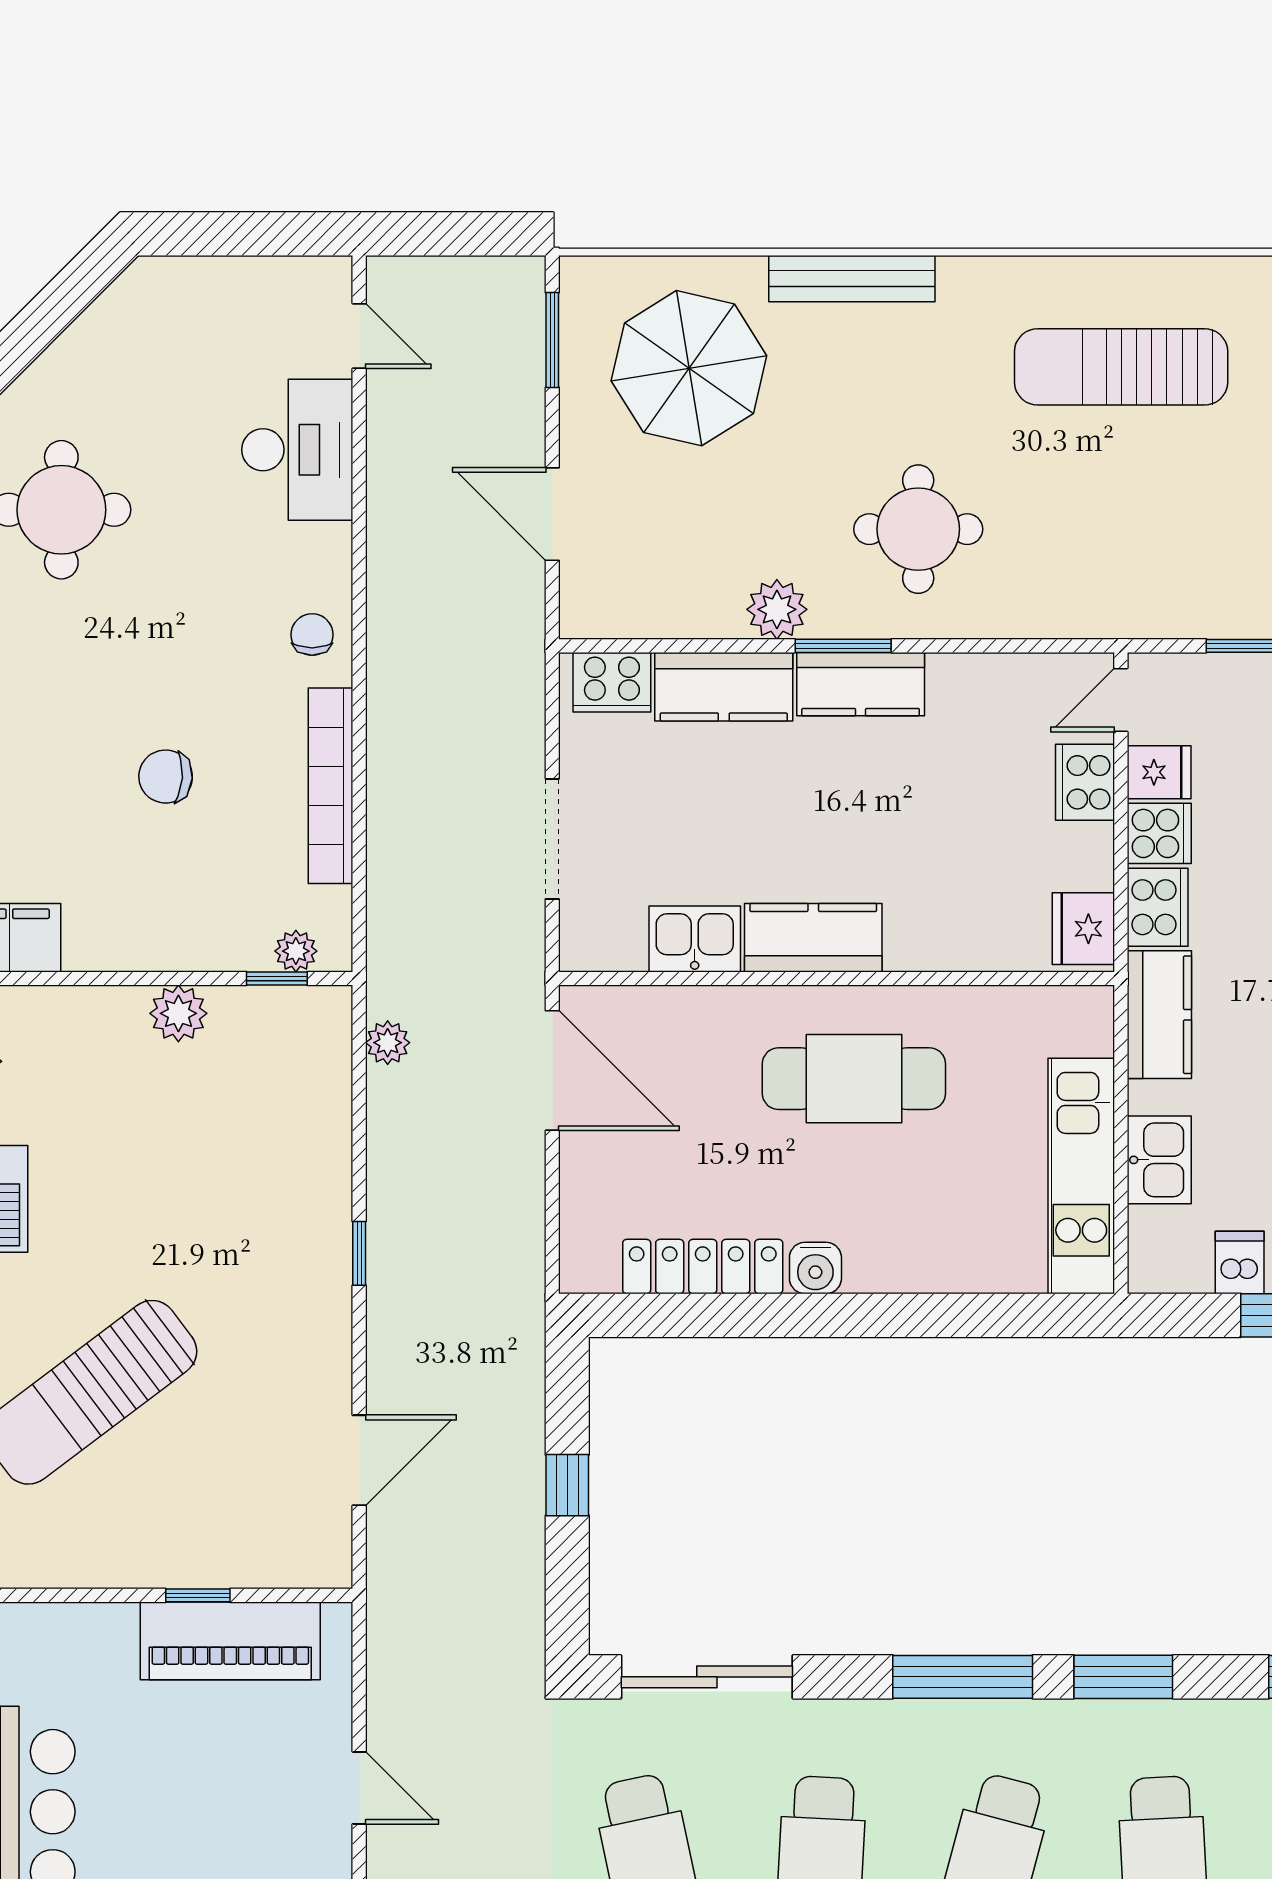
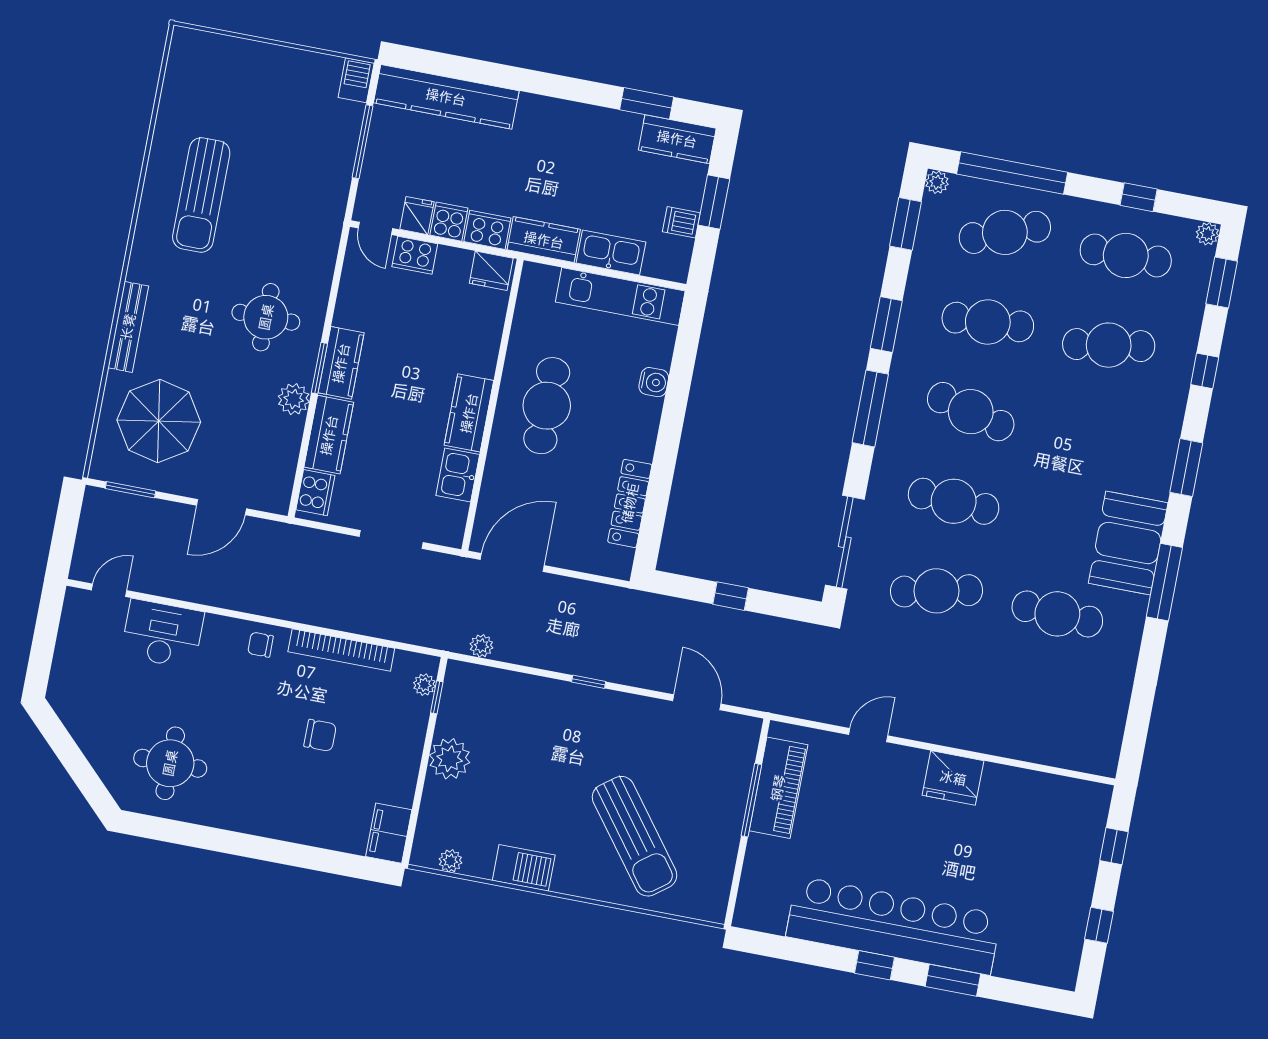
chair: (166, 777) -> (320, 735), turned -94
plant: (178, 1013) -> (450, 759), width x1.36, depth x1.36
kitchen sink: (1159, 1160) -> (611, 252), width x1.38
water cooler: (815, 1268) -> (654, 382), moved
window: (198, 1595) -> (751, 800), width x2.17

